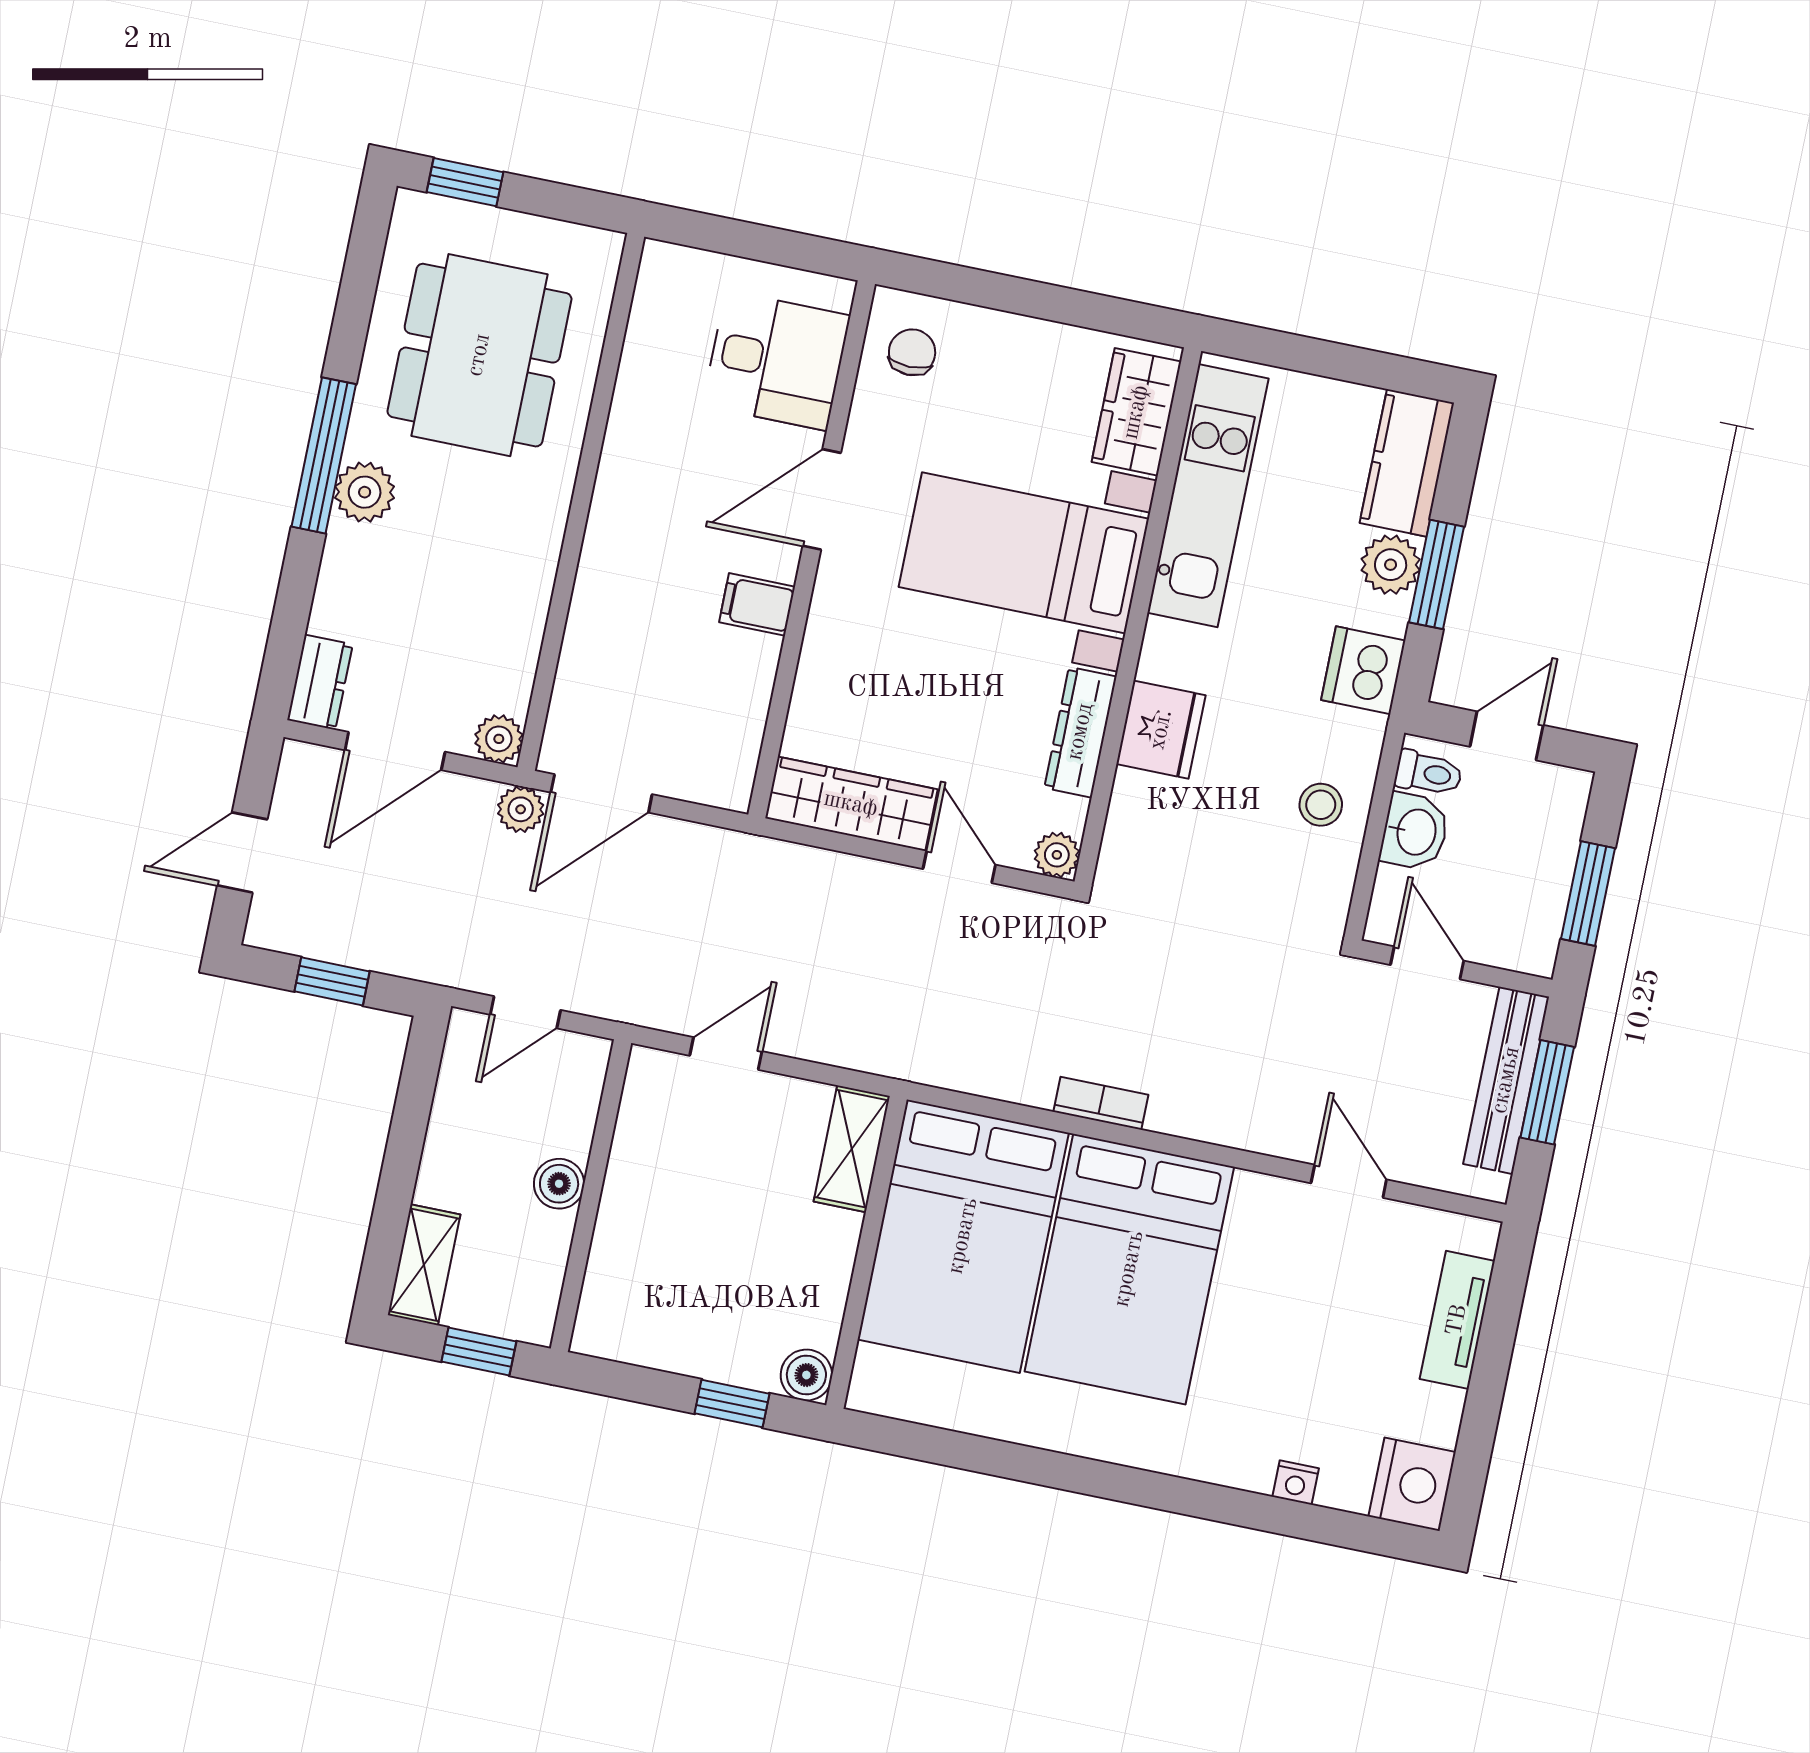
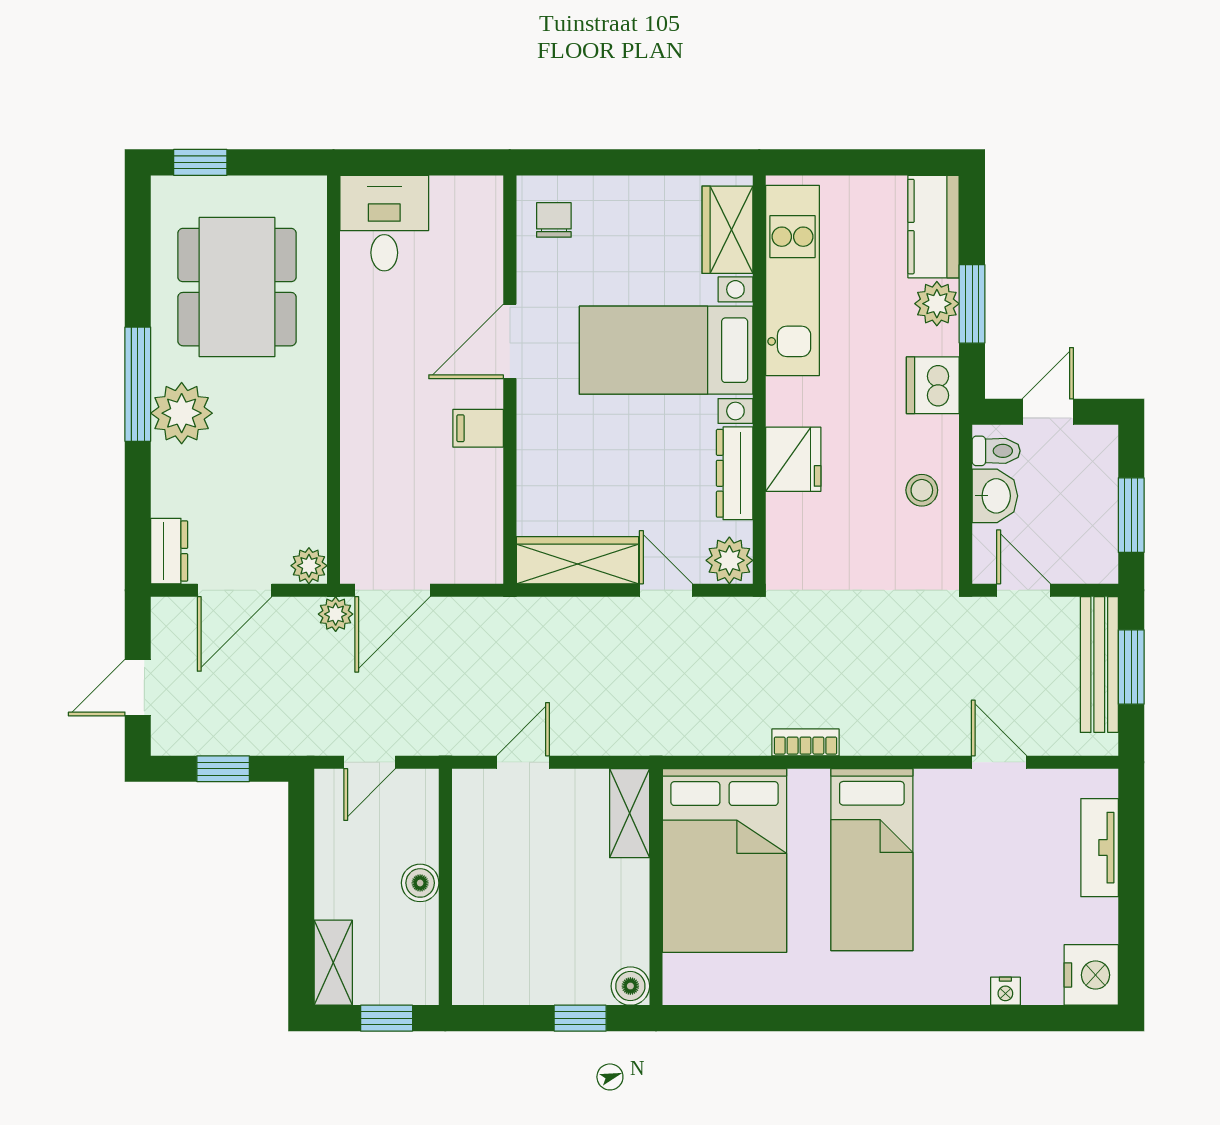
desk: (776, 360) -> (384, 223), moved, turned -90
plant: (365, 492) -> (182, 413), width x1.36, depth x1.36
plant: (1057, 855) -> (729, 560), width x1.38, depth x1.38
bed: (1129, 1269) -> (872, 860), width x0.67

